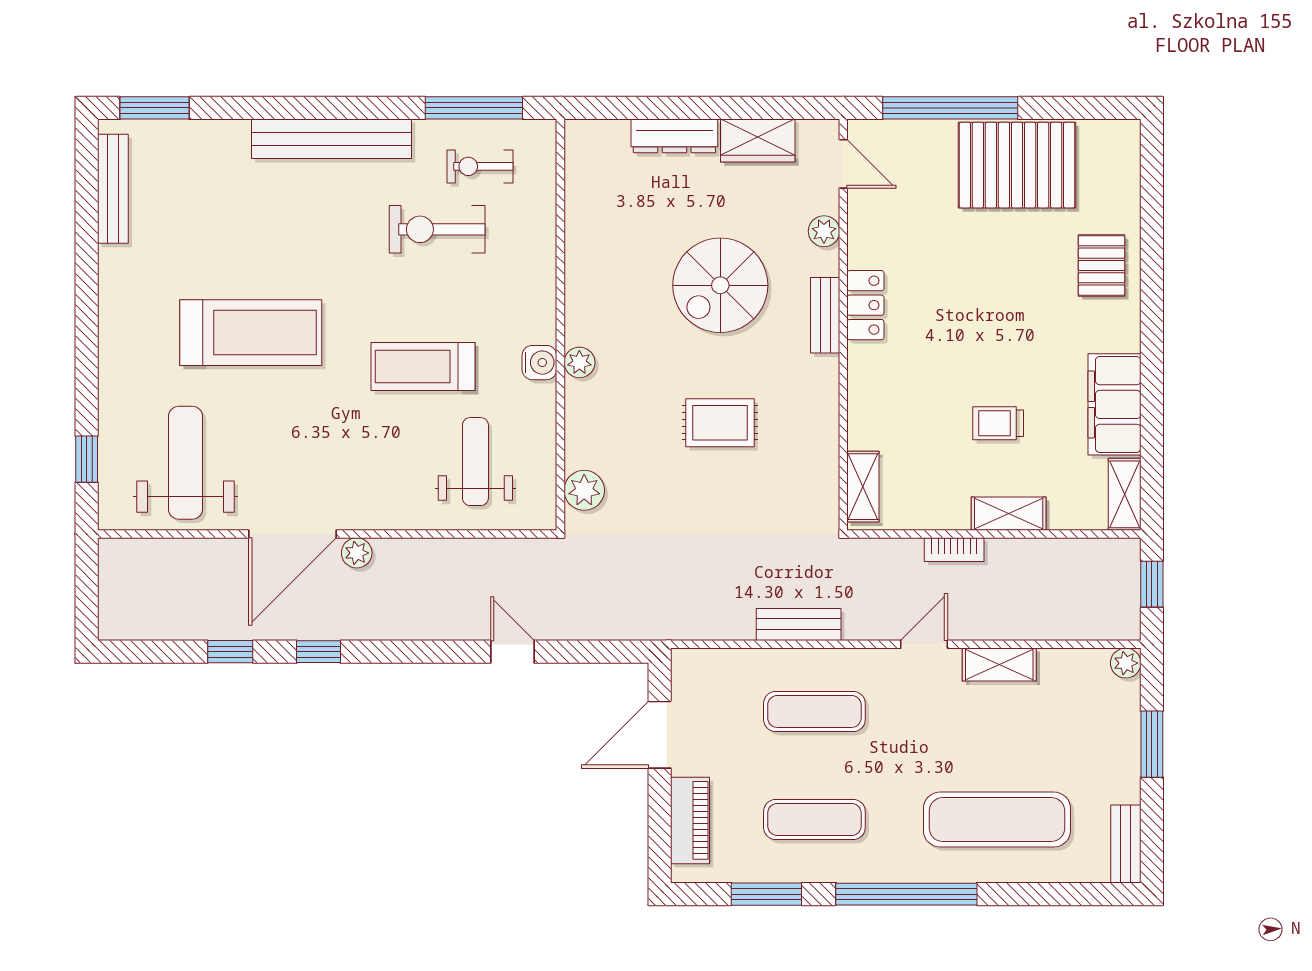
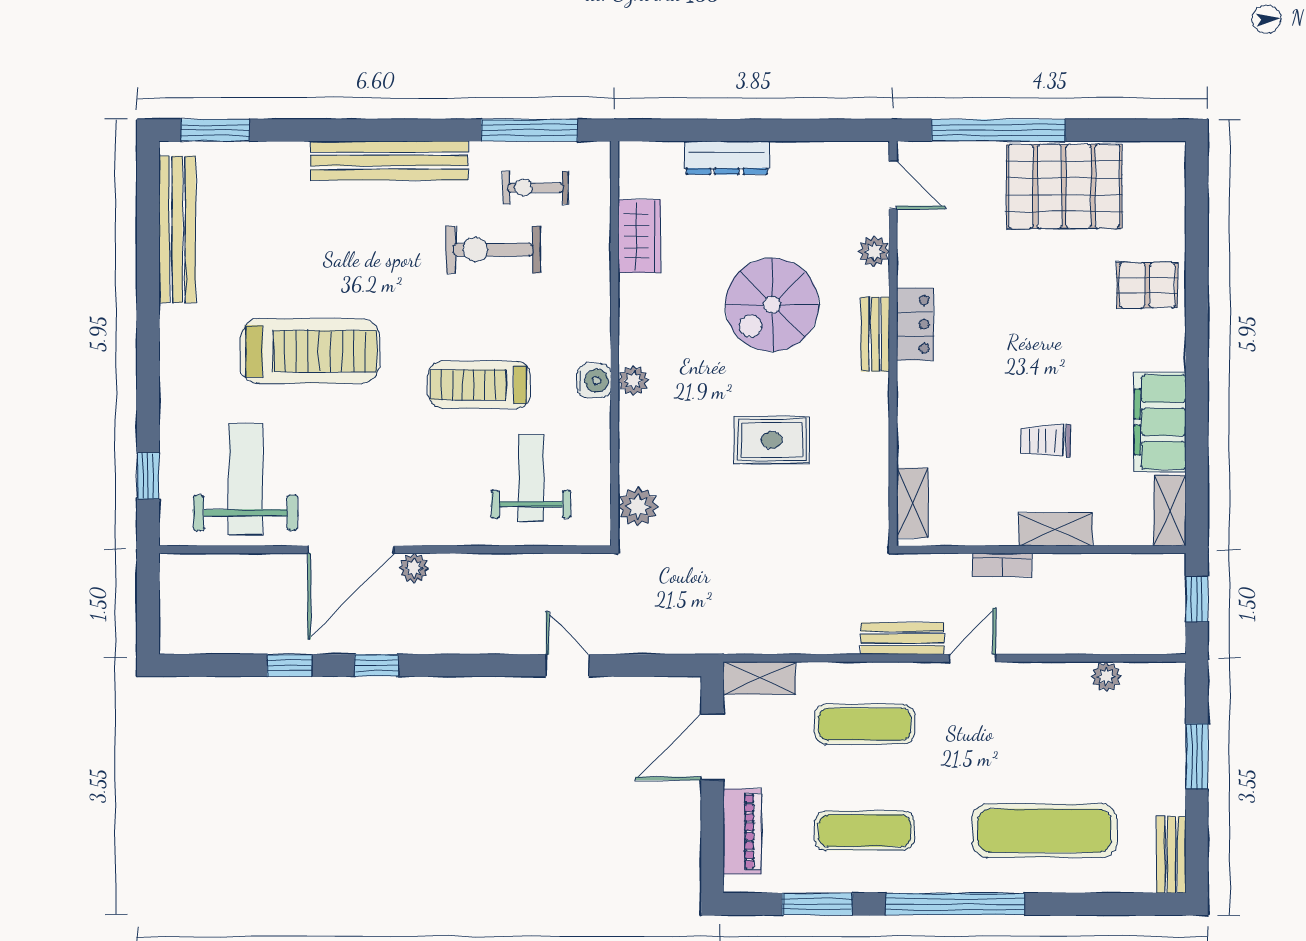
wardrobe: (758, 141) -> (639, 236), moved, turned -90
bench: (113, 189) -> (177, 229), width x1.37, depth x1.21
pallet: (1101, 265) -> (1147, 285), turned 90
bench: (799, 624) -> (902, 639), moved
plant: (1126, 663) -> (1106, 677), moved
shelving: (999, 665) -> (759, 678), moved

